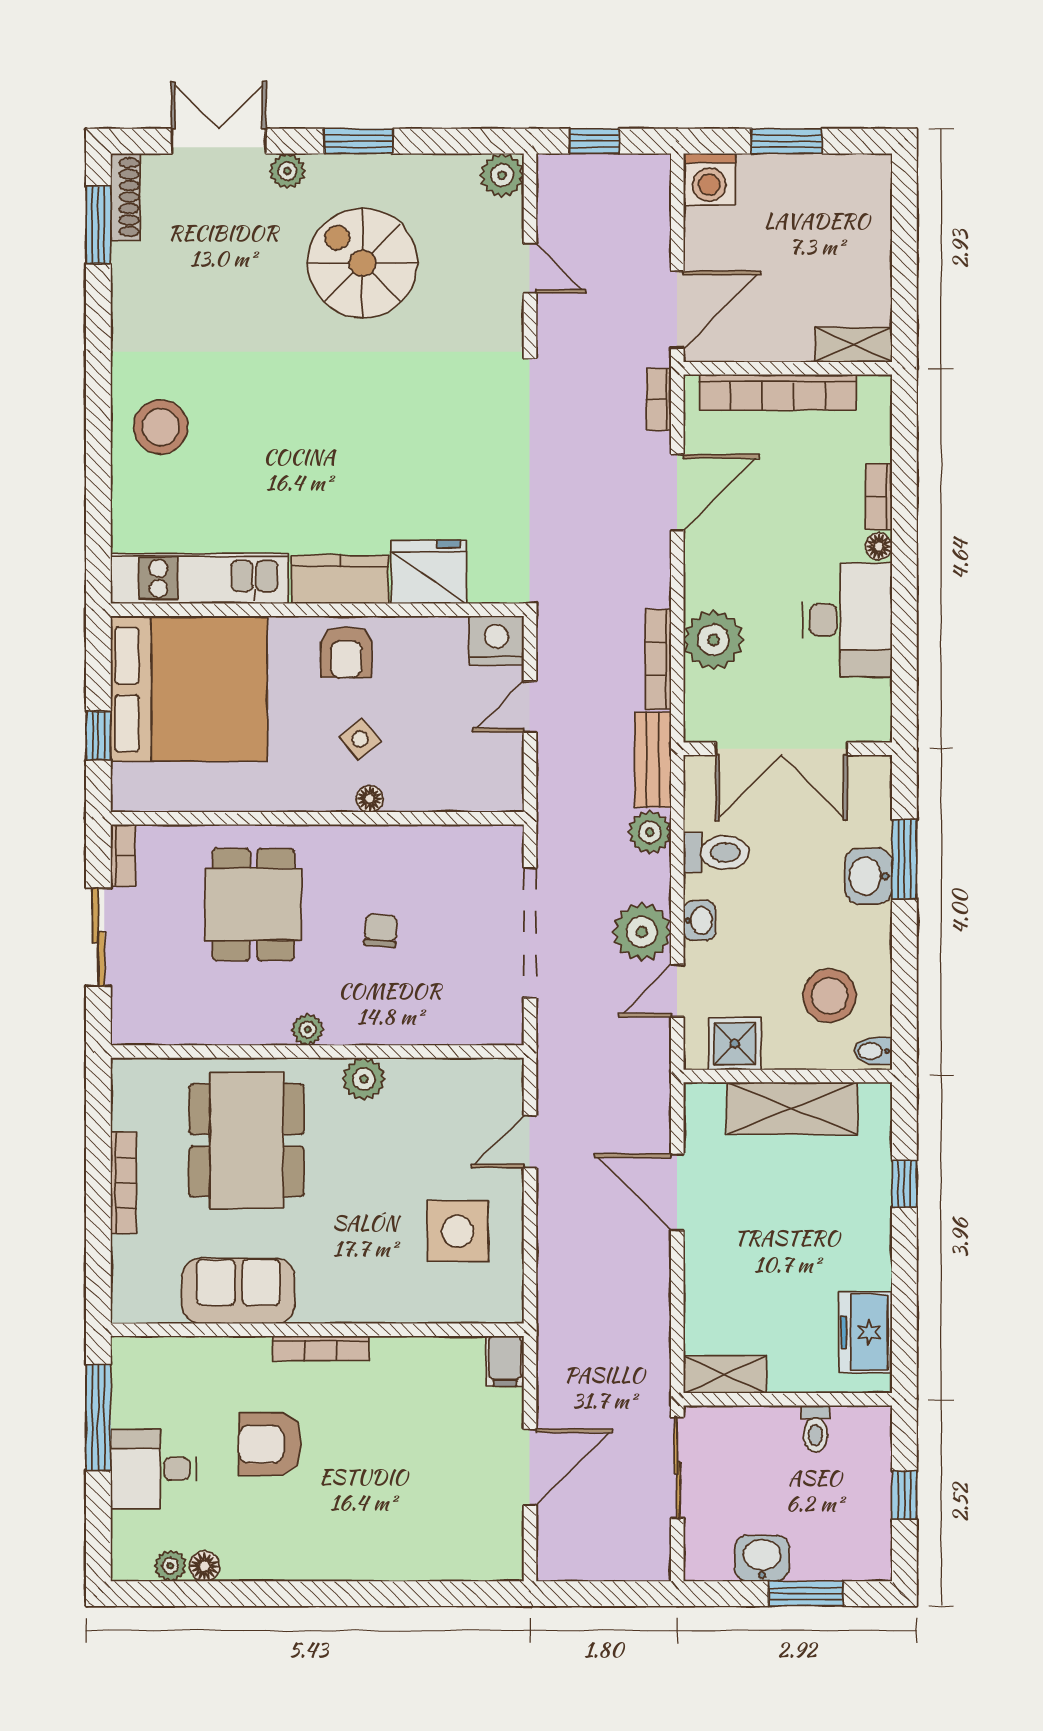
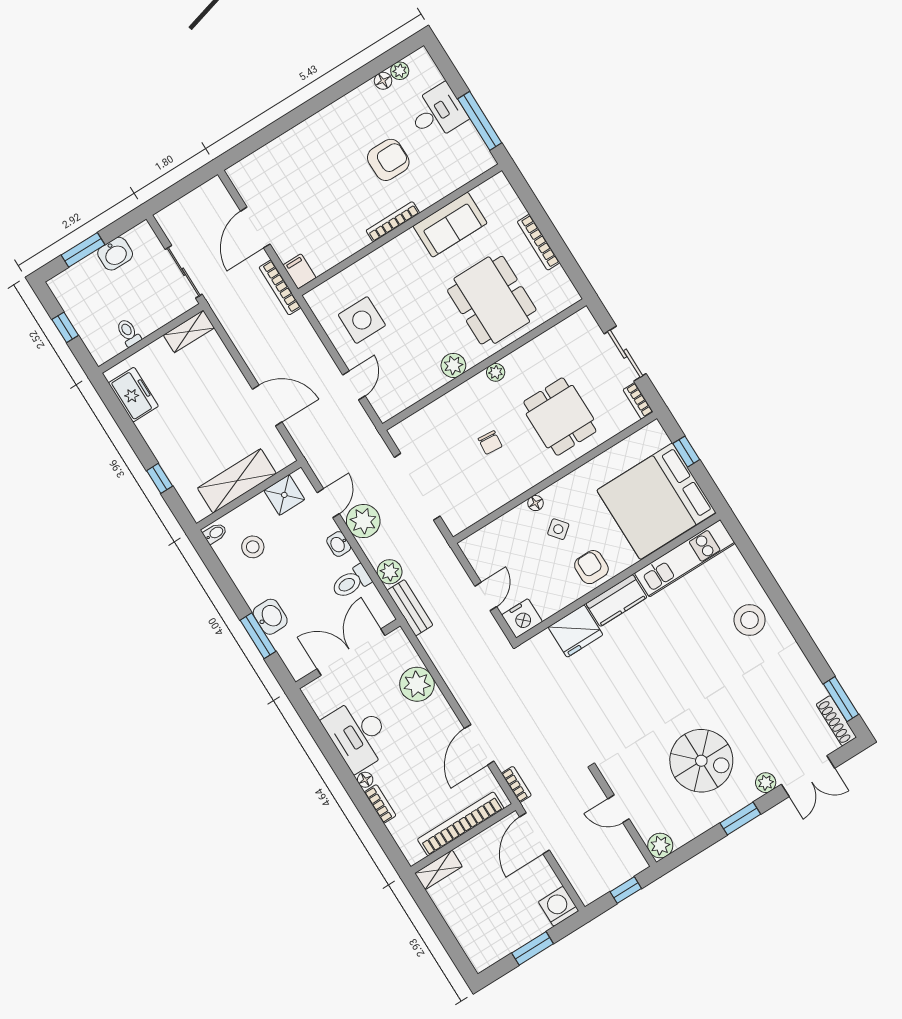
bookcase: (658, 659) -> (280, 287), moved, turned 180
stool: (830, 996) -> (253, 547), width x0.73, depth x0.73

